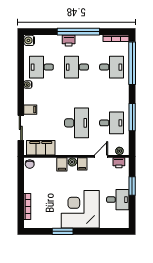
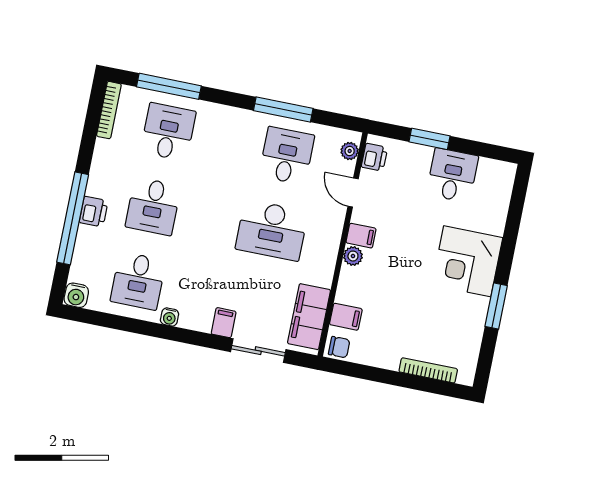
window: (78, 32) -> (73, 218), moved
window: (132, 63) -> (169, 86), width x0.68
desk: (76, 123) -> (272, 230), turned 180
filing cabinet: (62, 164) -> (346, 317), moved
corner desk: (80, 209) -> (467, 261), width x0.74, depth x0.74

